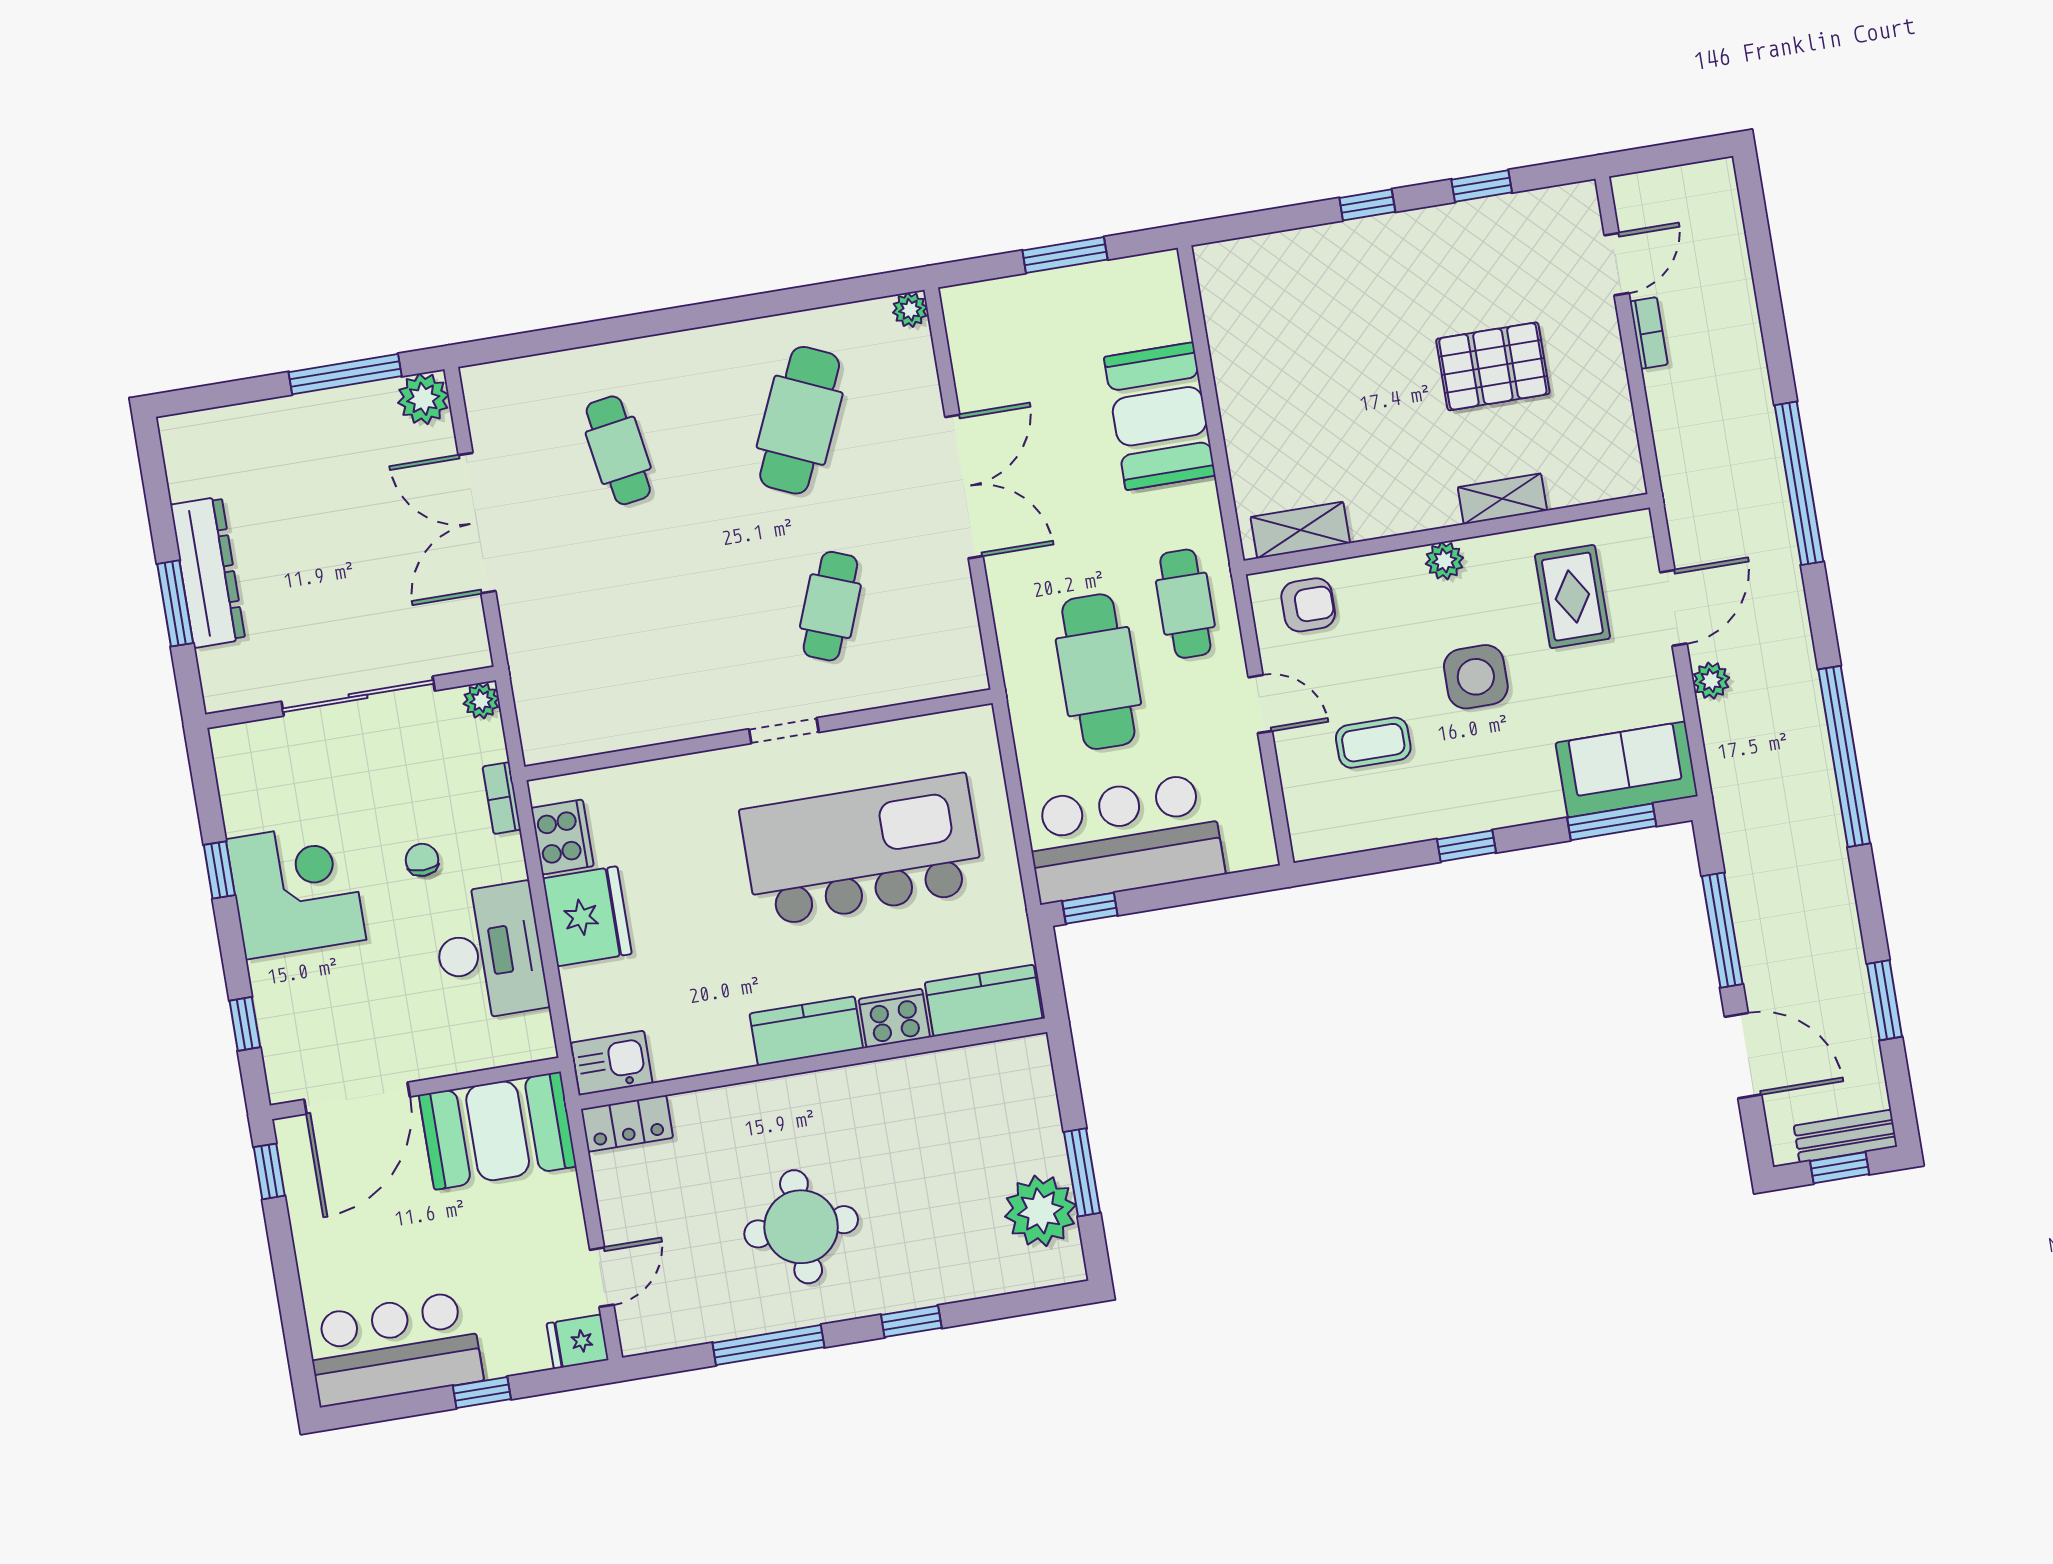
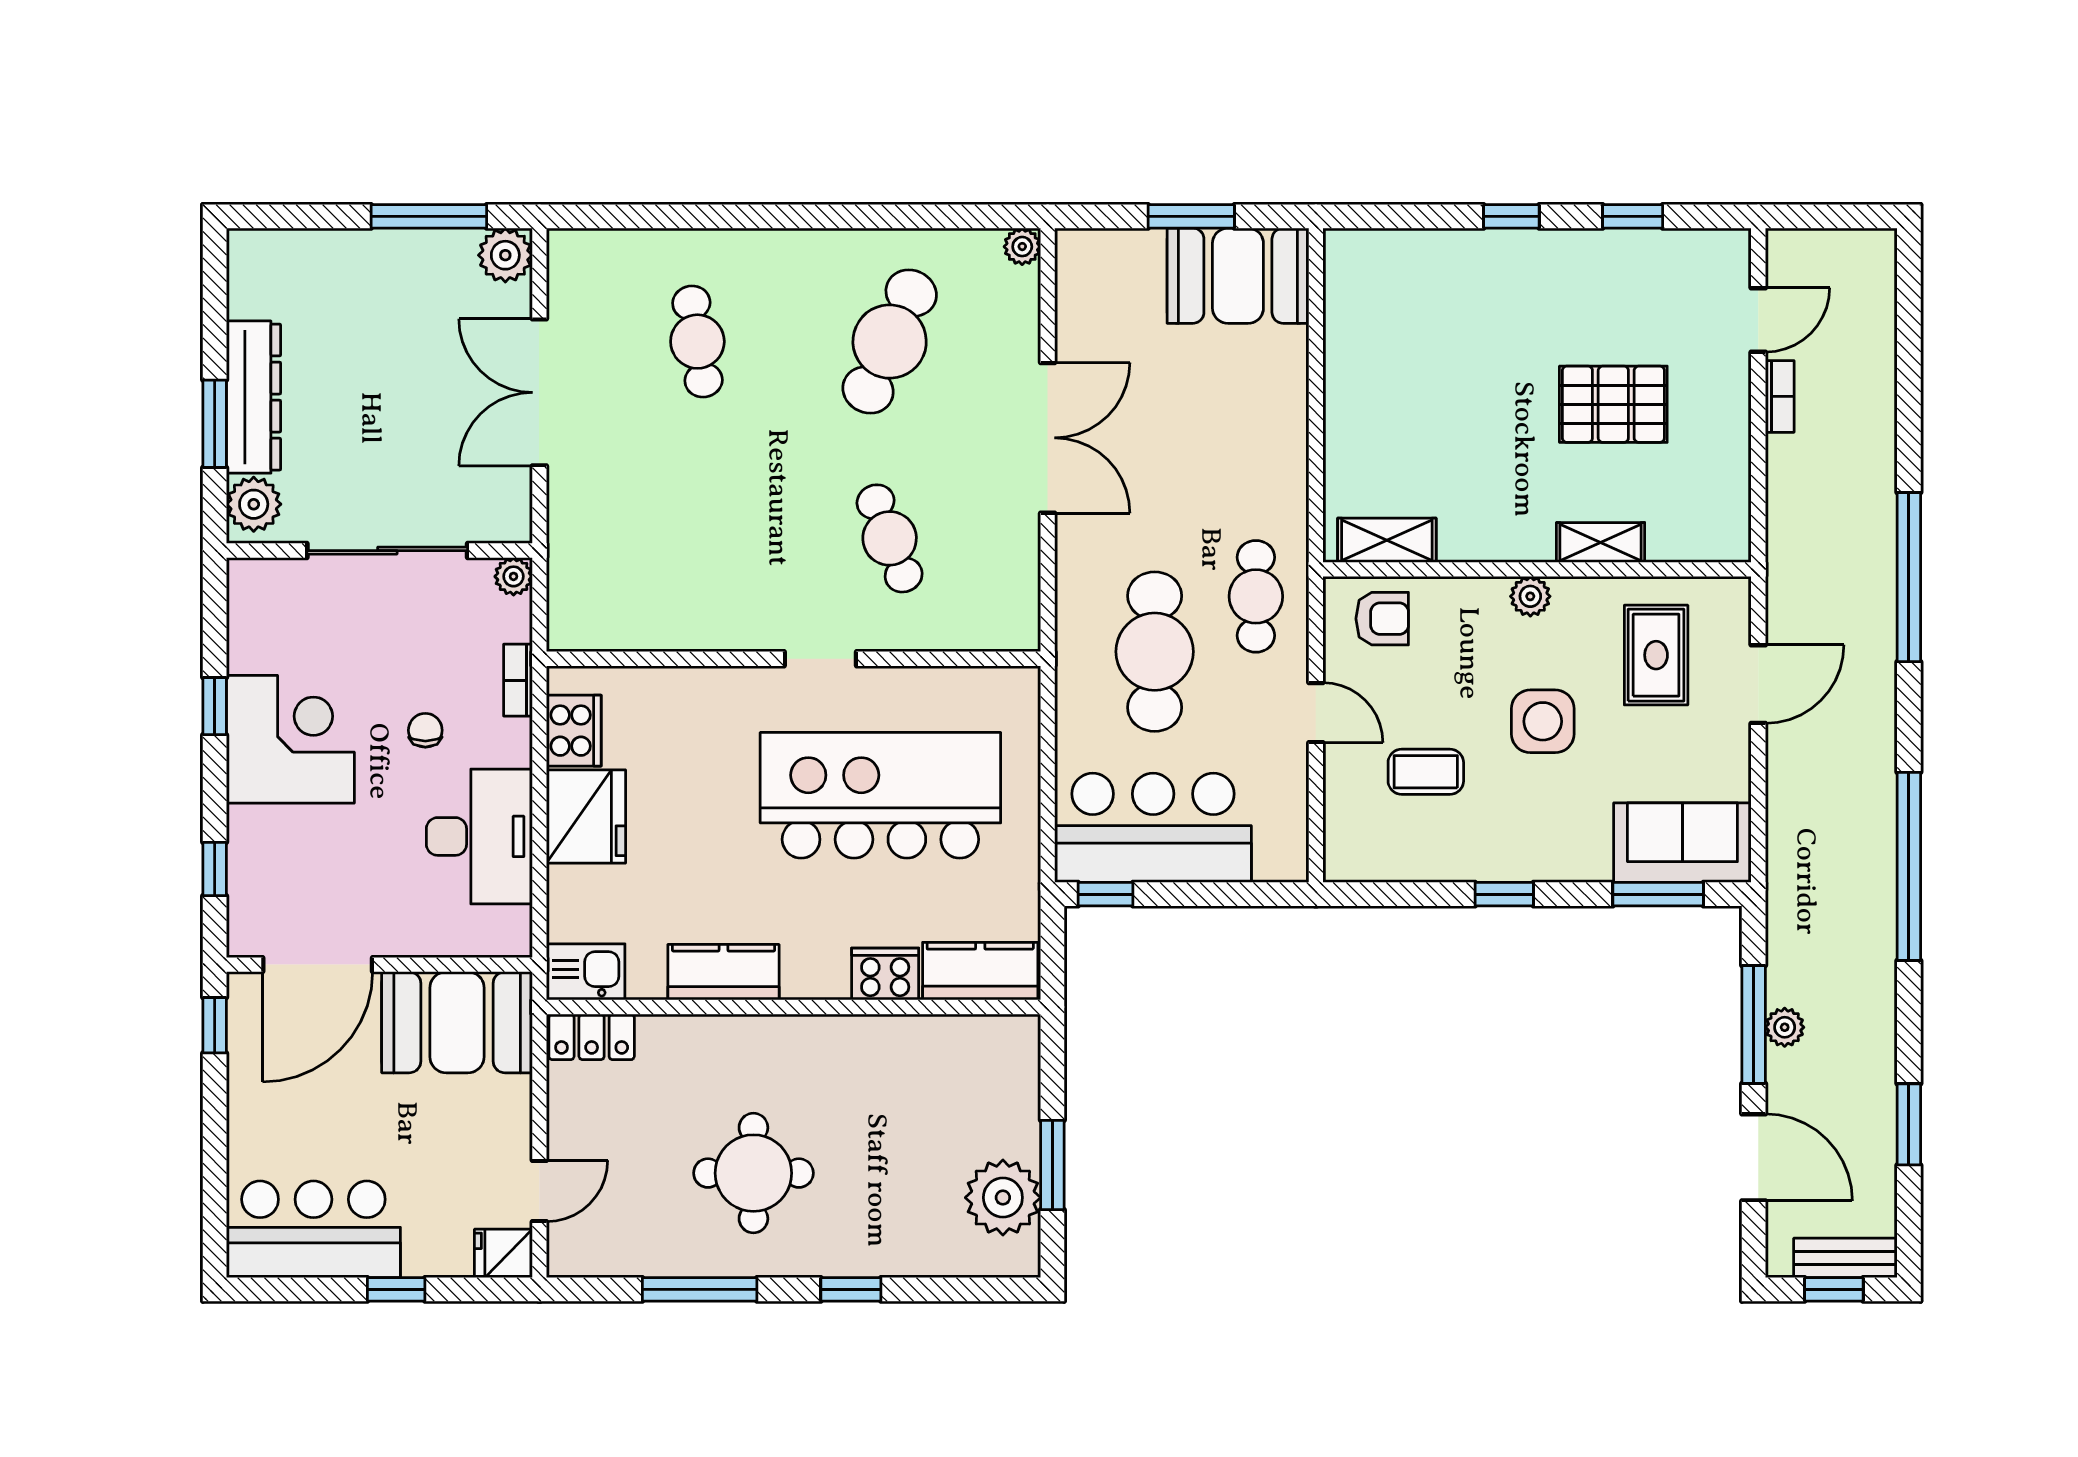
booth: (1160, 416) -> (1238, 276), moved, turned 90
cafe table: (830, 606) -> (890, 538), turned -42
plant: (225, 673) -> (254, 504), added
plant: (1711, 681) -> (1785, 1027), moved
kitchen counter: (806, 1031) -> (723, 972), moved

